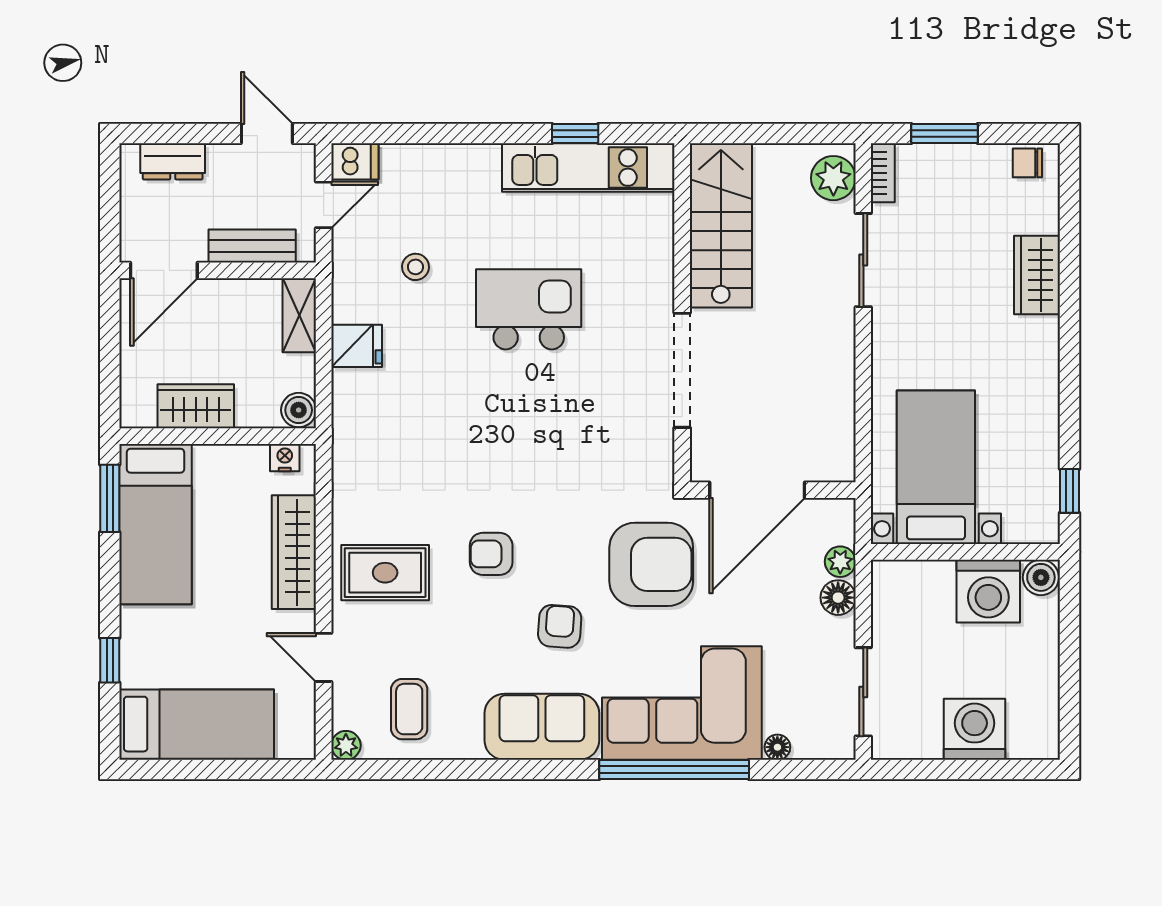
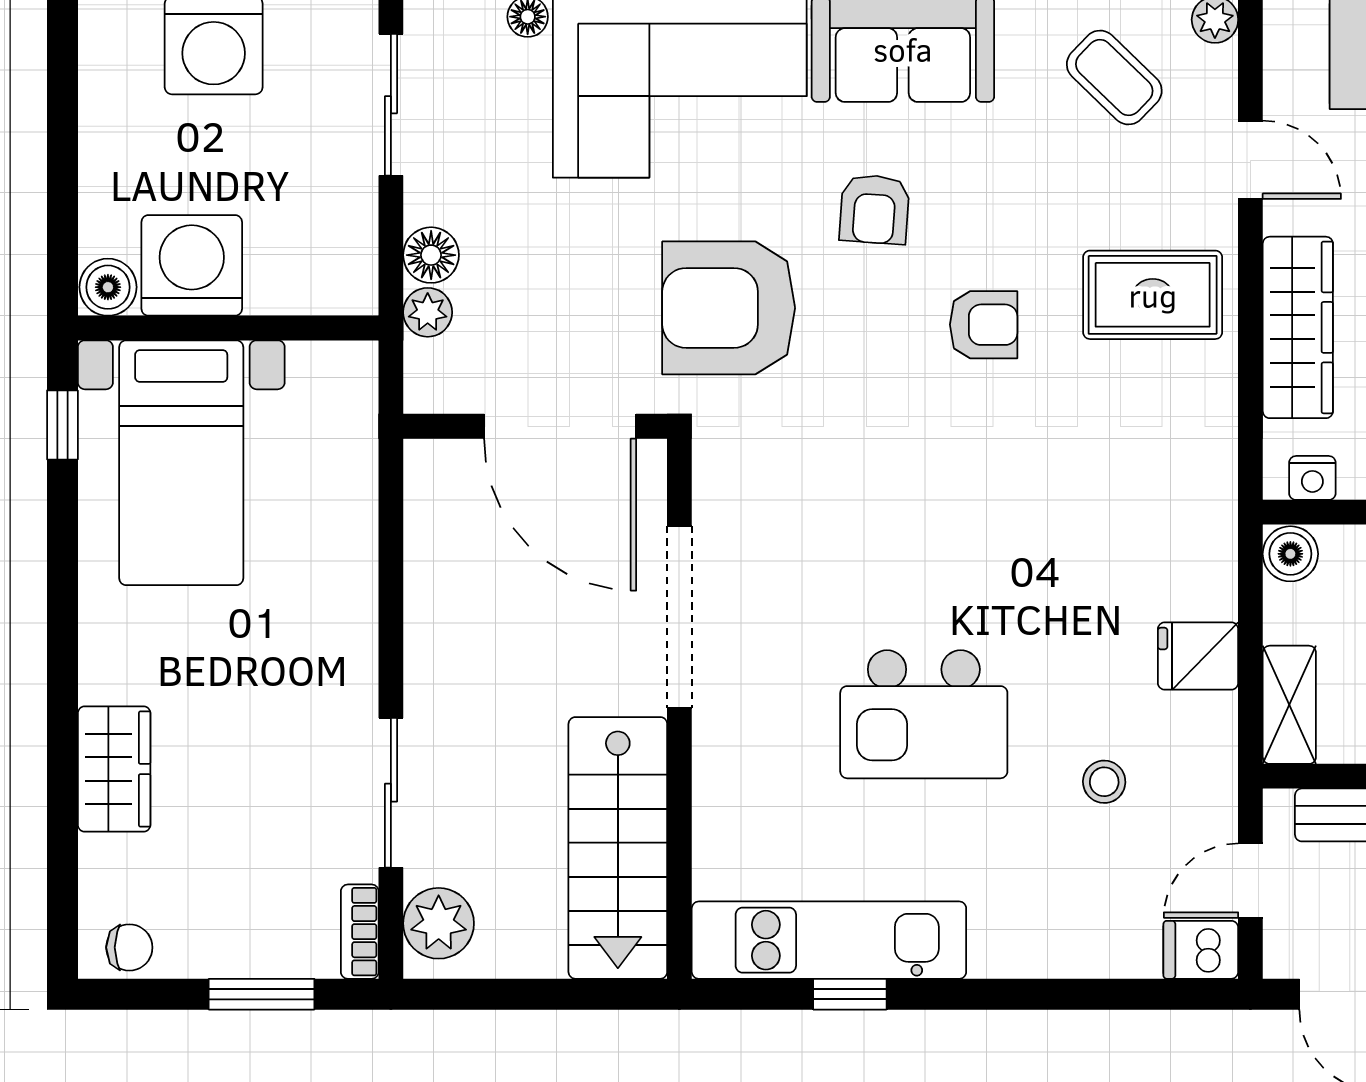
bed with nightstands: (936, 467) -> (181, 463), moved
door: (757, 490) -> (560, 426), swing flipped
coffee table: (409, 709) -> (1114, 78), turned -46

